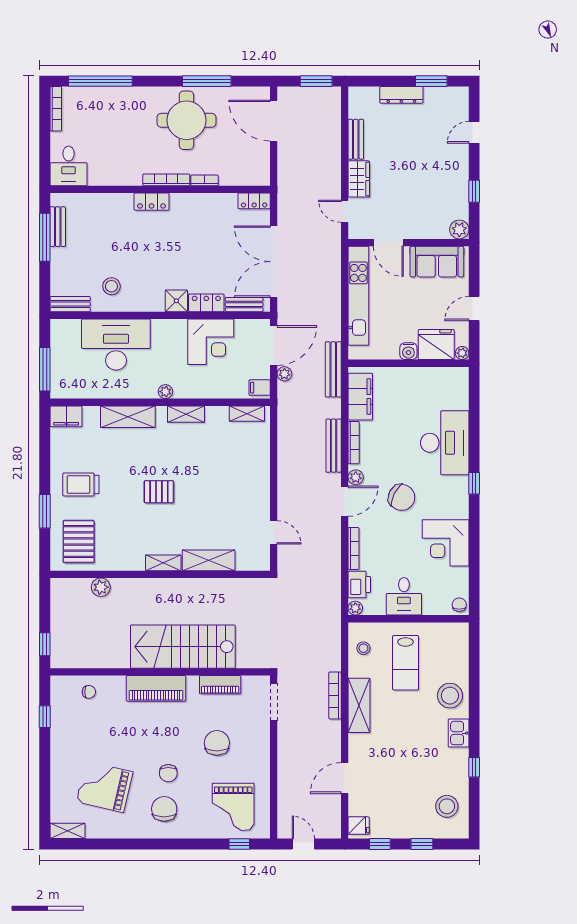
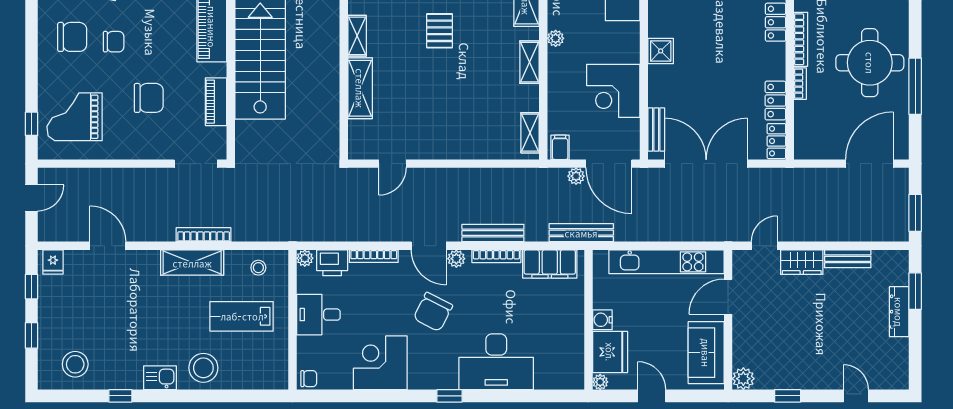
window: (431, 81) -> (915, 291), moved
locker: (206, 303) -> (775, 101), moved, turned 180
chair: (168, 773) -> (114, 42), turned 180

